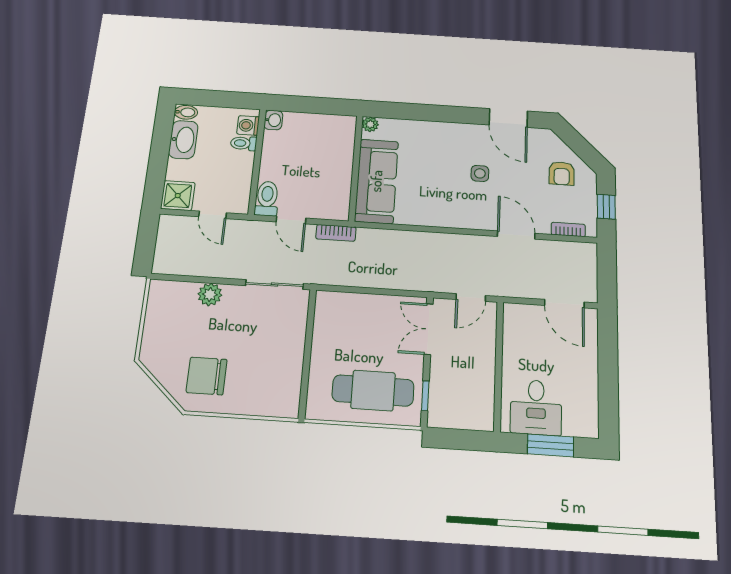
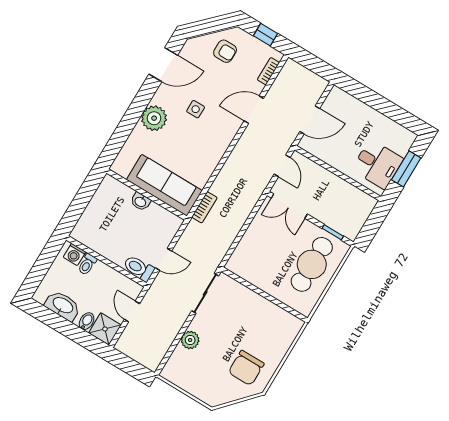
bidet: (186, 112) -> (87, 321), moved
washbasin: (273, 120) -> (140, 202), moved, turned 180
plant: (370, 124) -> (154, 118), moved, width x1.88, depth x1.88
door: (213, 215) -> (132, 312), swing flipped
bookcase: (336, 233) -> (204, 207), moved
door: (564, 304) -> (310, 120), moved

